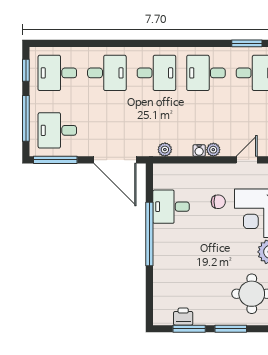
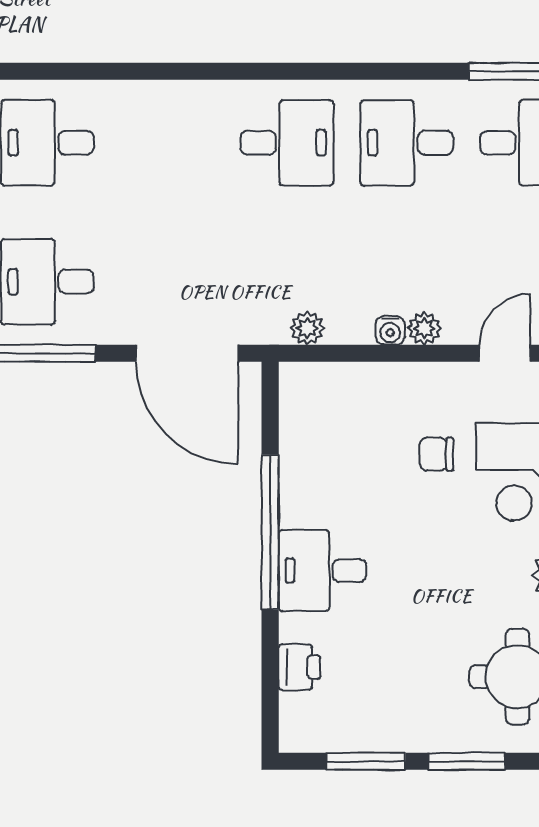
desk: (107, 73) -> (167, 143), removed
chair: (218, 202) -> (436, 454), turned 180
desk: (171, 207) -> (322, 570), moved
printer: (183, 317) -> (299, 667), moved, turned 90

